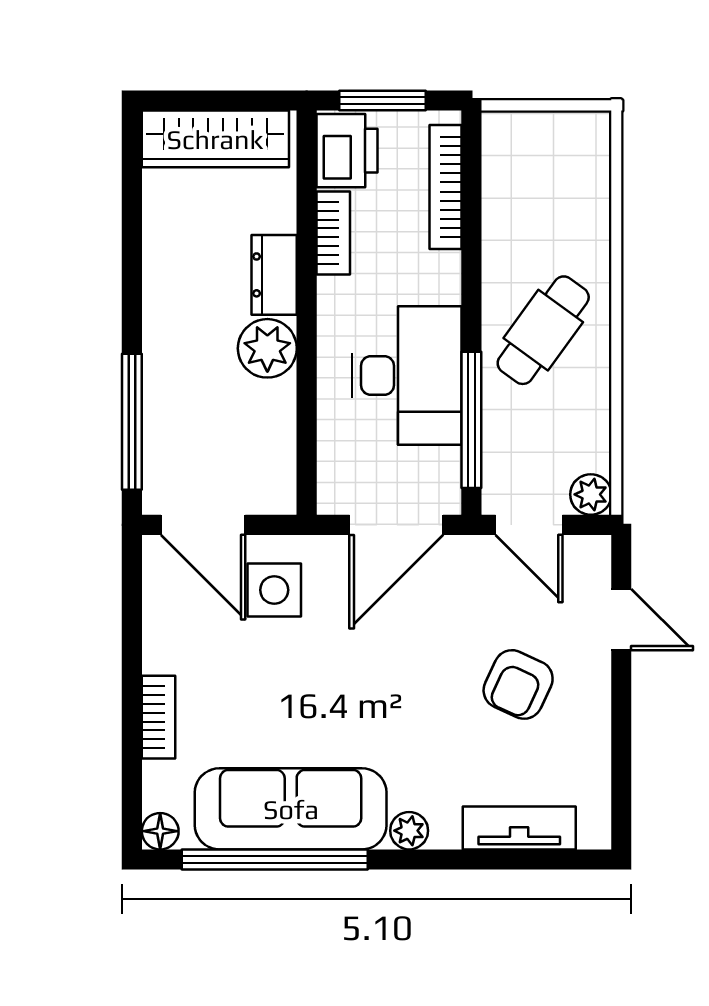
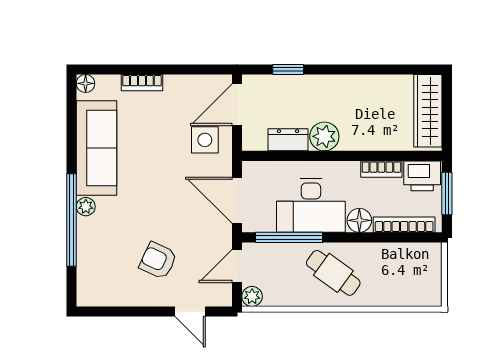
dresser: (274, 275) -> (288, 140), moved
floor lamp: (437, 278) -> (359, 220), added
window: (132, 422) -> (288, 69), width x0.46
door: (621, 620) -> (190, 312), hinge flipped
tv unit: (519, 828) -> (87, 261), removed
window: (275, 859) -> (72, 220), moved

